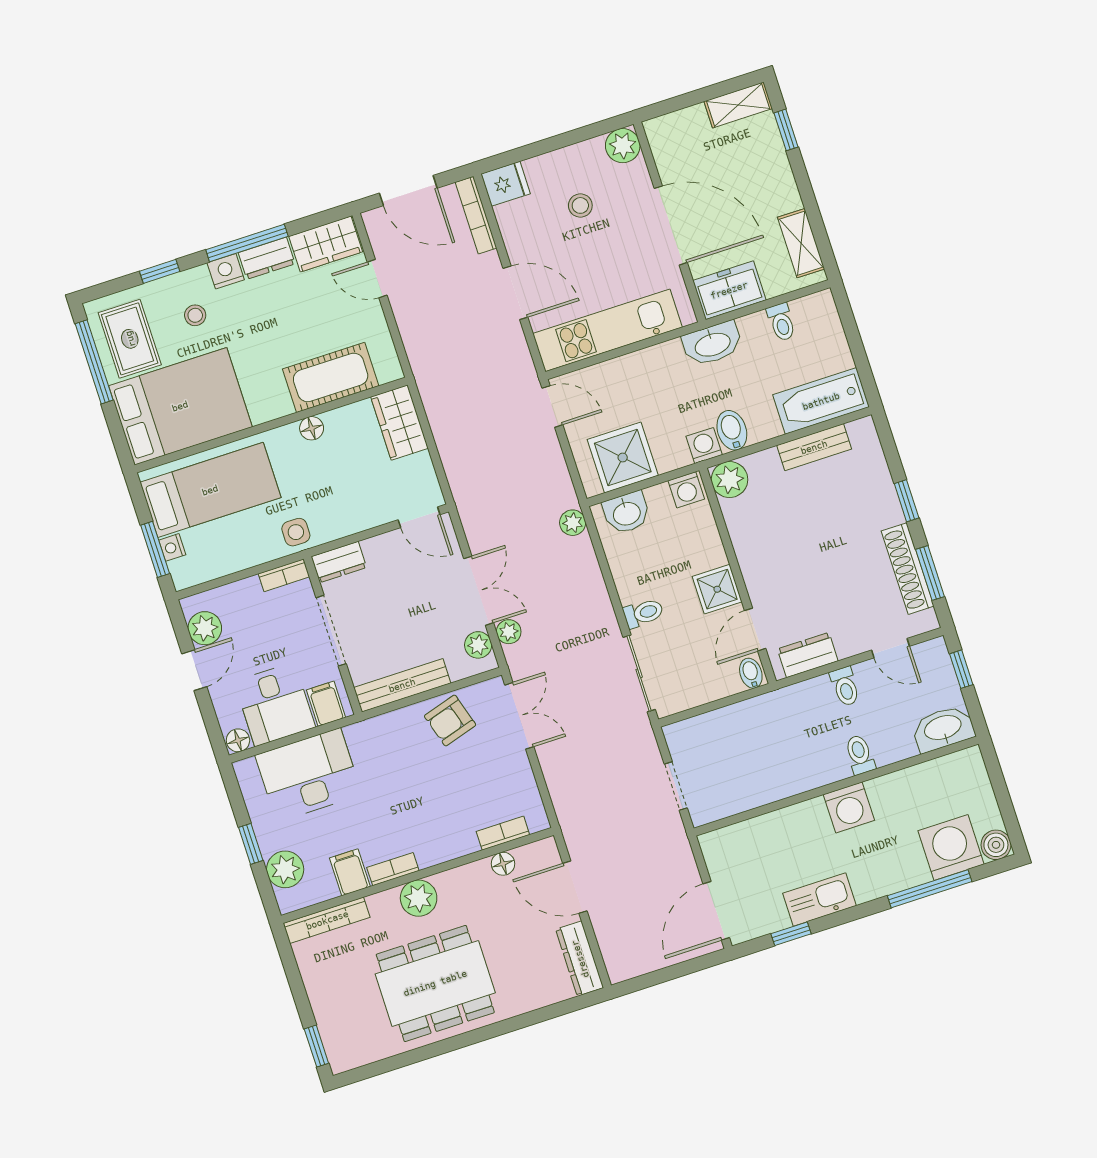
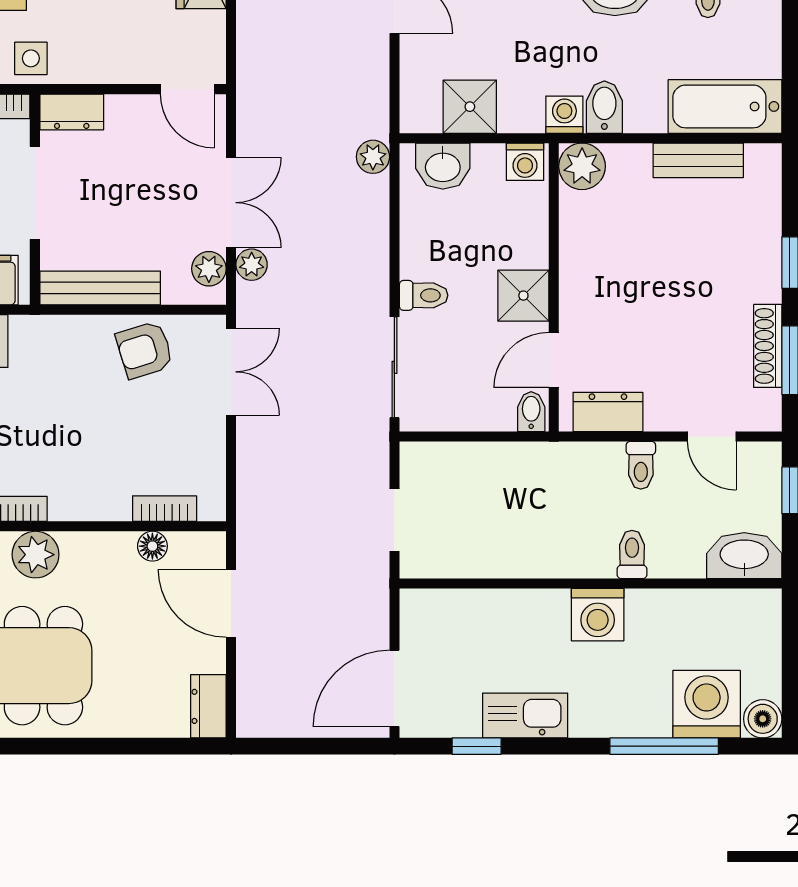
shower: (623, 458) -> (470, 107), width x0.73, depth x0.73
shoe rack: (908, 569) -> (768, 346), width x0.74, depth x0.81
dresser: (580, 959) -> (208, 706), width x0.70

